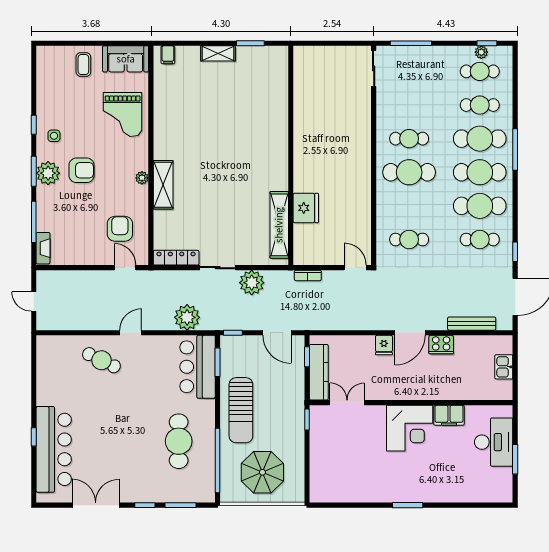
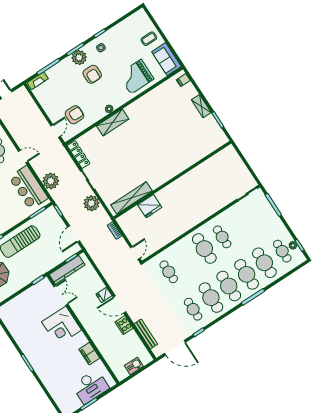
cafe table: (480, 105) -> (264, 263), width x1.37, depth x1.35
bar counter: (198, 367) -> (28, 188), moved, turned -90
corner desk: (410, 428) -> (62, 326), moved

